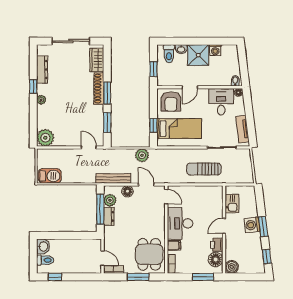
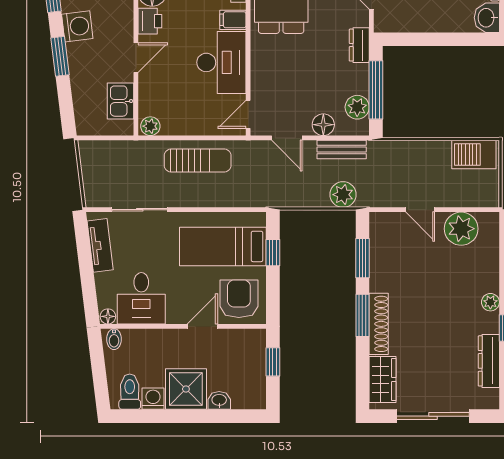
toilet: (169, 54) -> (130, 392), moved
plant: (45, 138) -> (461, 229), moved
door: (89, 147) -> (420, 210), moved
plant: (142, 155) -> (343, 195), moved
sun lounger: (204, 169) -> (198, 161), moved
bench: (113, 178) -> (342, 150), width x0.73
plant: (217, 191) -> (150, 126), added
door: (166, 197) -> (248, 114), hinge flipped
dresser: (109, 216) -> (359, 45), moved
washing machine: (252, 225) -> (77, 26), moved

